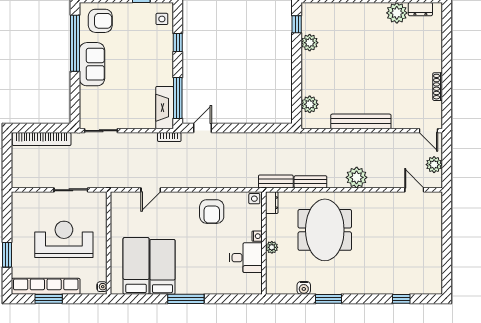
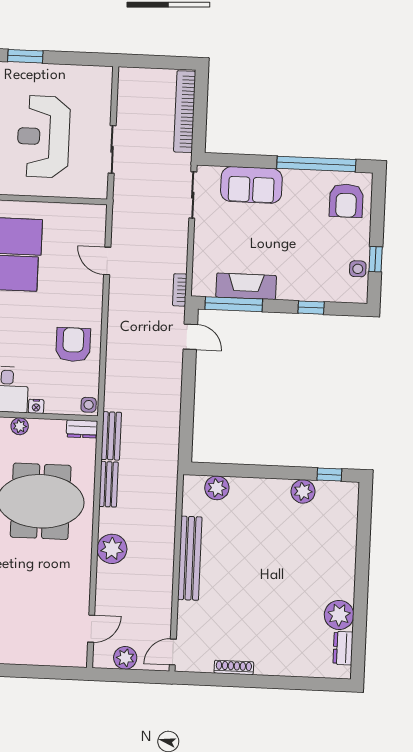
side table: (162, 19) -> (358, 269), moved
sofa: (92, 64) -> (251, 185), moved
fireplace: (165, 108) -> (246, 286), moved
armchair: (212, 212) -> (73, 345), turned 90
reception desk: (64, 239) -> (44, 137), turned 180

